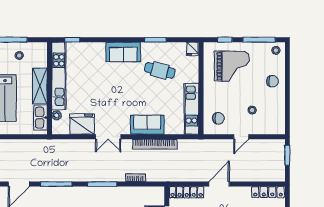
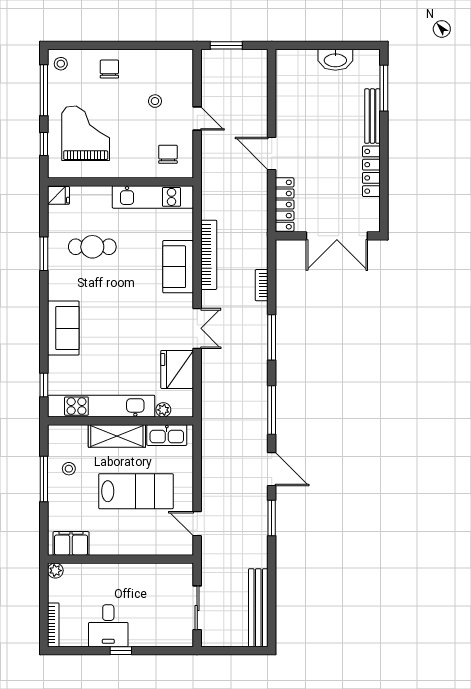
sofa: (123, 52) -> (63, 328), moved
cafe table: (160, 70) -> (92, 247), turned 76
locker: (268, 192) -> (284, 76), removed

